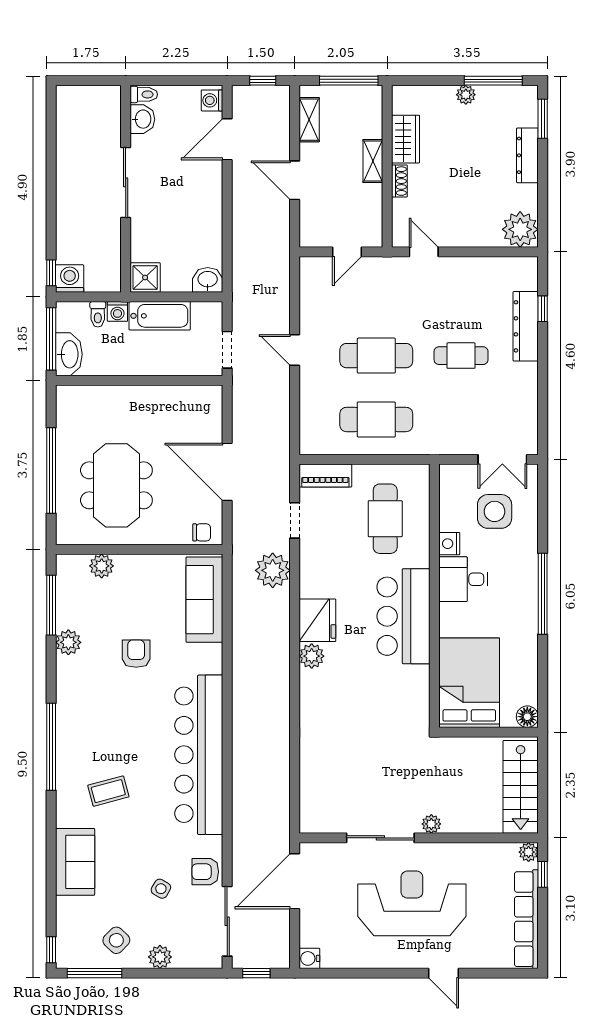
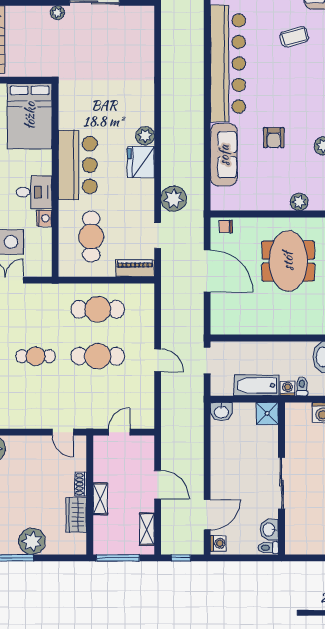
plant: (466, 95) -> (32, 541), width x1.87, depth x1.87
sofa: (204, 600) -> (224, 155), moved

